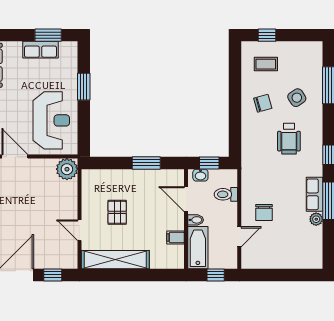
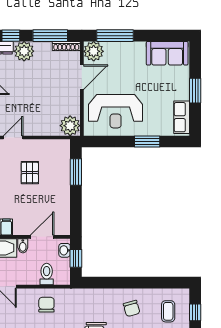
window: (48, 35) -> (195, 91), moved
row of seats: (40, 50) -> (182, 117), moved
window: (146, 163) -> (76, 172), moved
pallet: (117, 212) -> (30, 173), turned 90
chair: (264, 212) -> (46, 305), moved, turned 90

